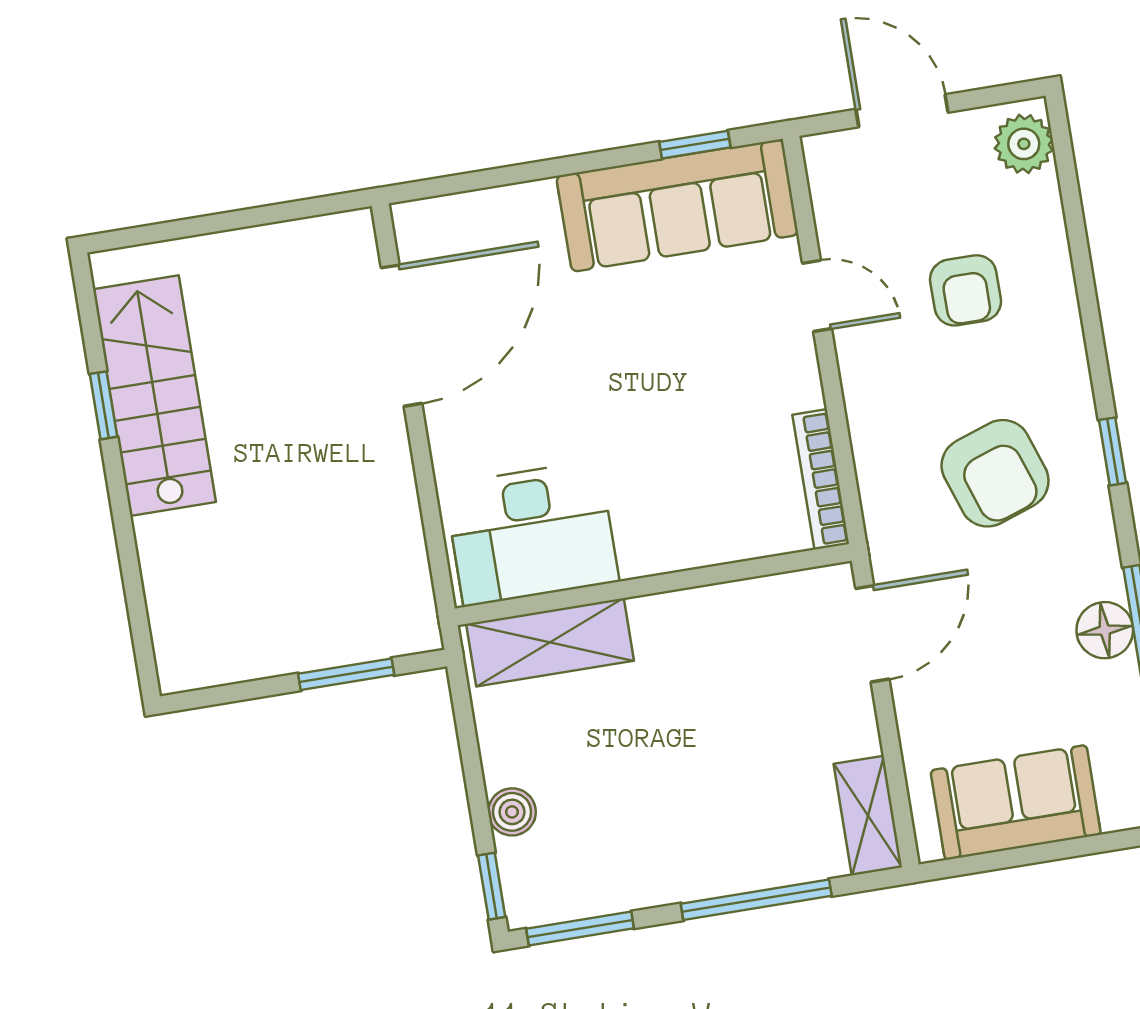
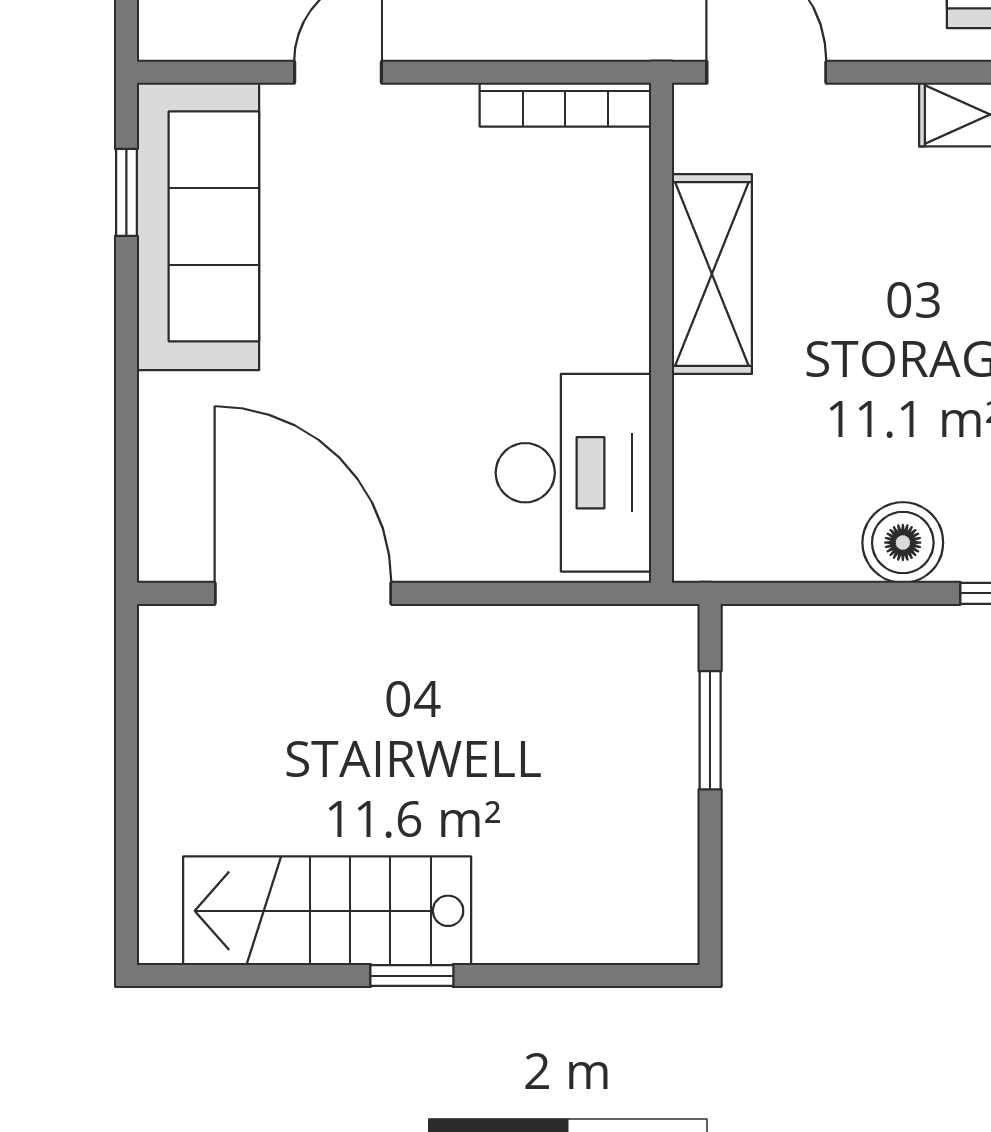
window: (104, 405) -> (412, 976), moved
shelving: (550, 642) -> (712, 274), moved
boiler: (512, 812) -> (903, 543), width x1.36, depth x1.36

